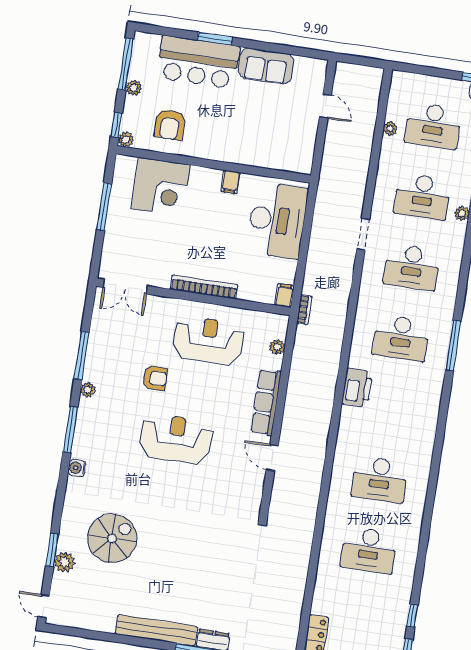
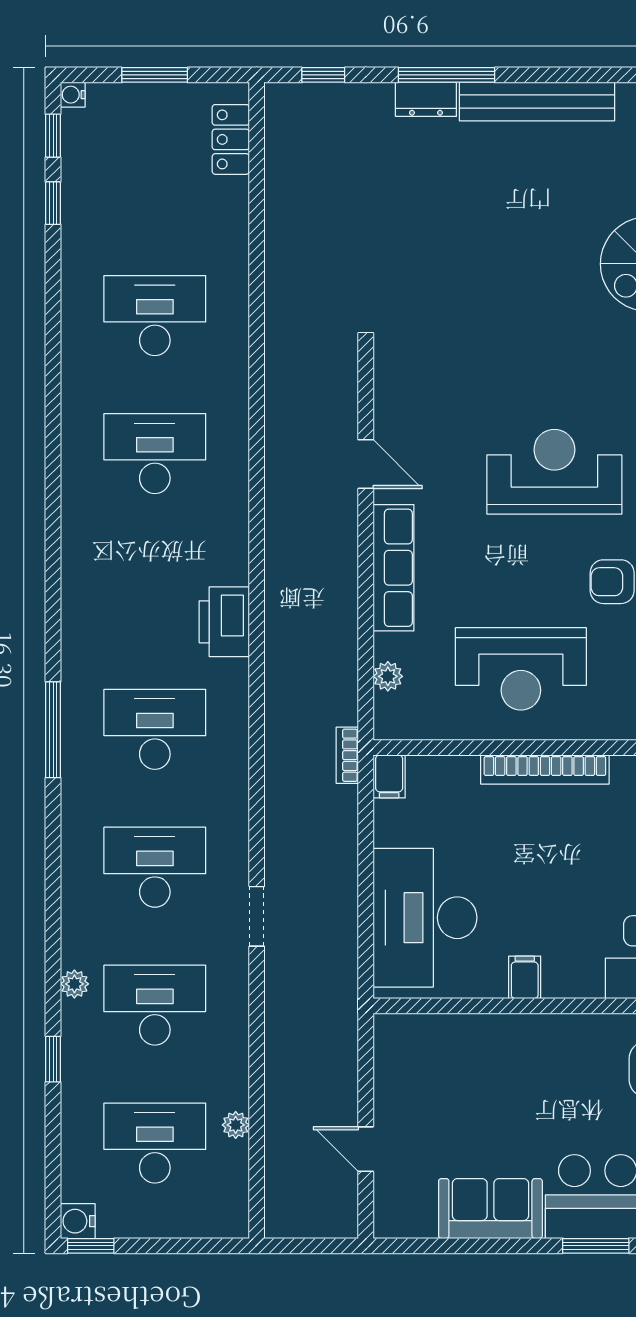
reception desk: (176, 439) -> (554, 472), turned 180

